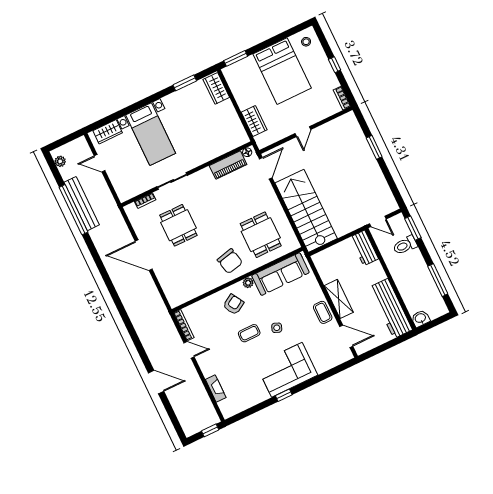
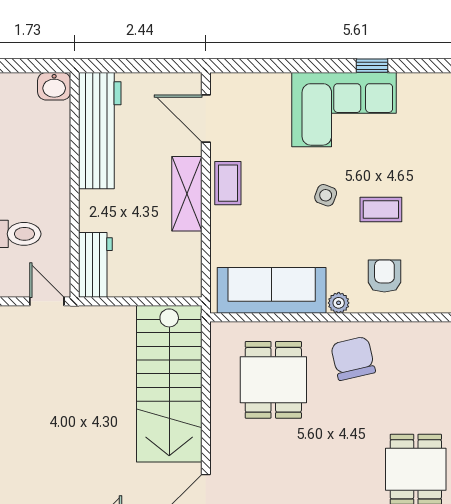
armchair: (233, 304) -> (384, 276), turned 121

